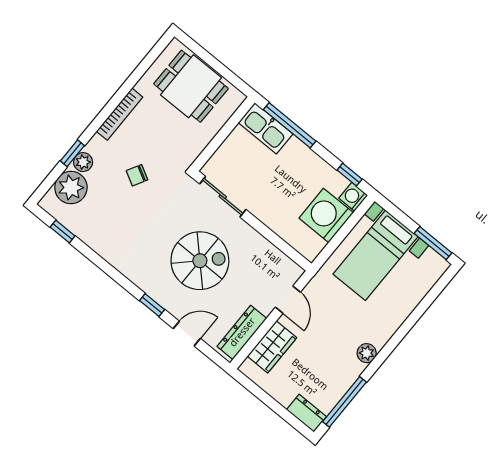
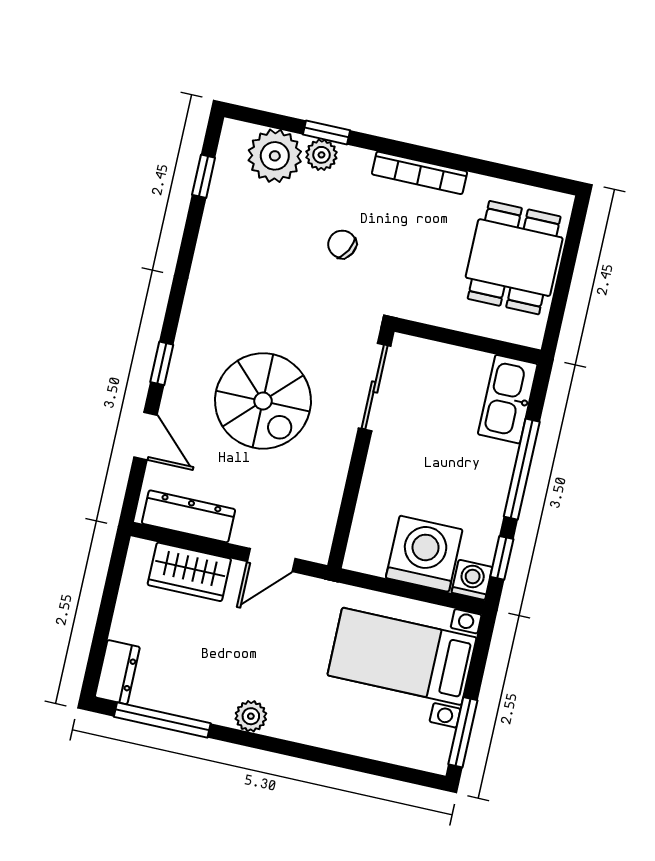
window: (290, 125) -> (522, 469), moved

